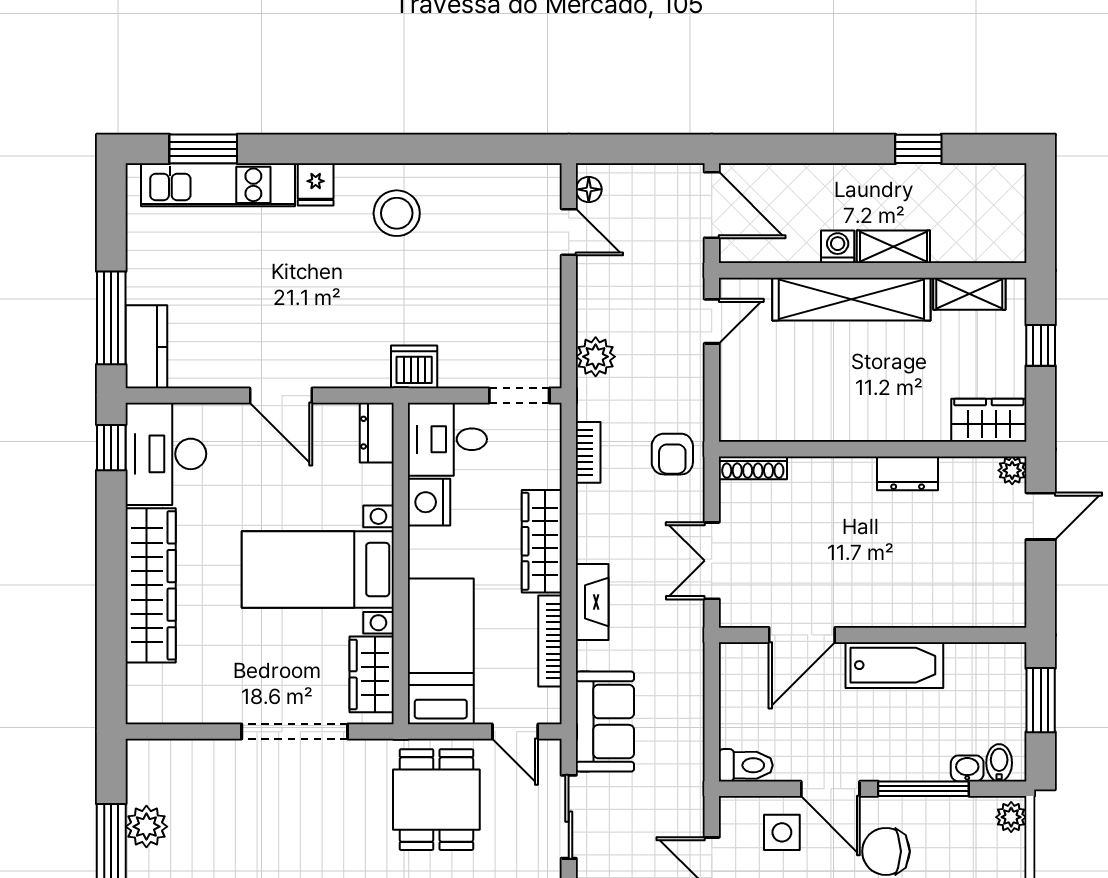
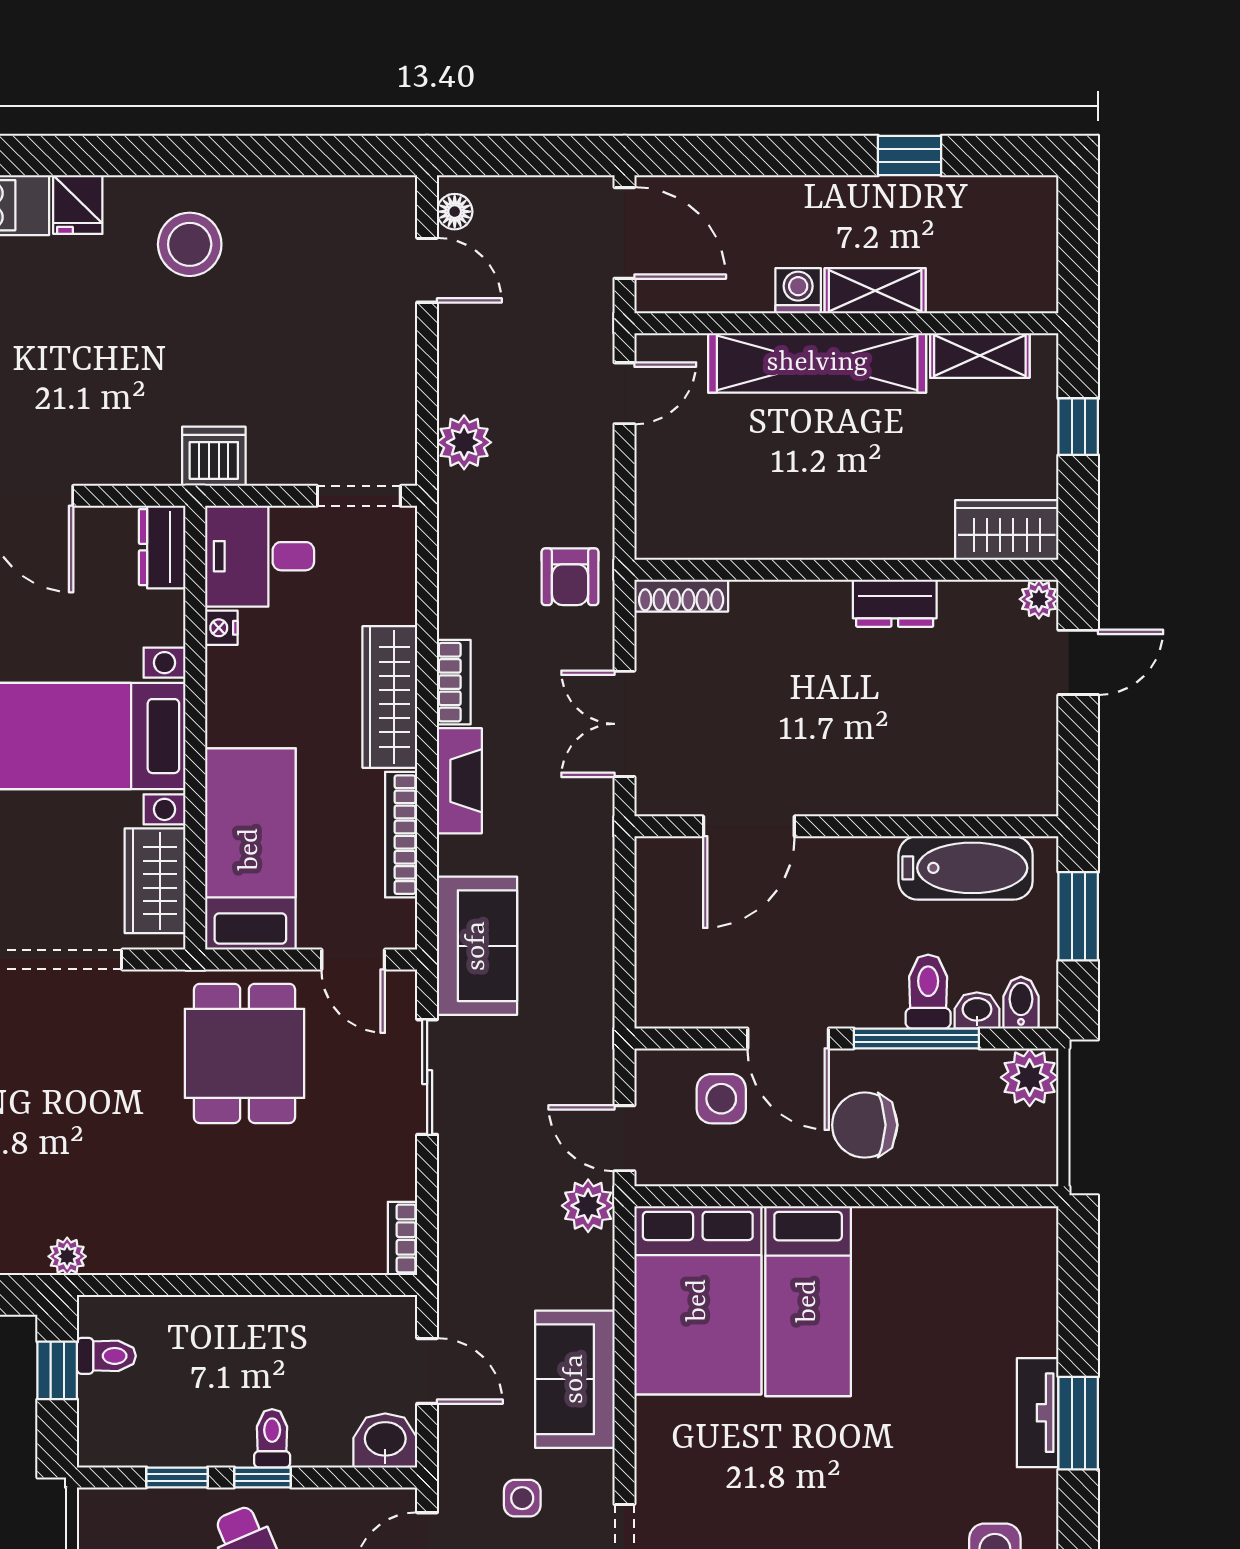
bookcase: (588, 452) -> (454, 682), moved
nightstand: (429, 502) -> (221, 628), width x0.53, depth x0.56
bathtub: (894, 665) -> (966, 868), moved
toilet: (746, 765) -> (928, 992), moved, turned -90
plant: (1011, 817) -> (1030, 1077), width x1.38, depth x1.38

